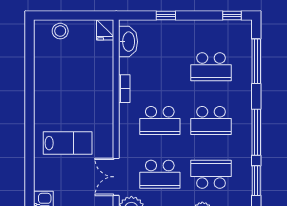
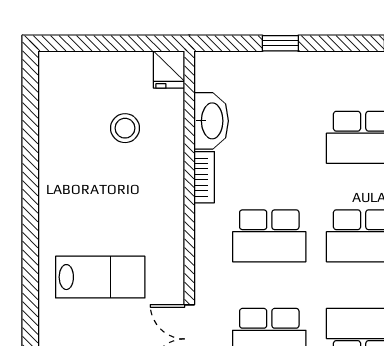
stool: (60, 31) -> (125, 128), moved
washbasin: (128, 42) -> (211, 121), moved

